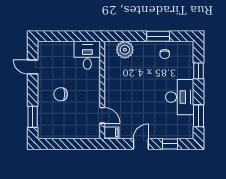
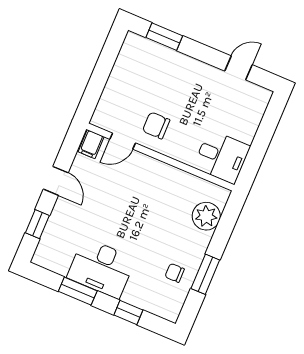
chair: (61, 94) -> (156, 125), moved, turned -90
window: (198, 116) -> (78, 291), moved

